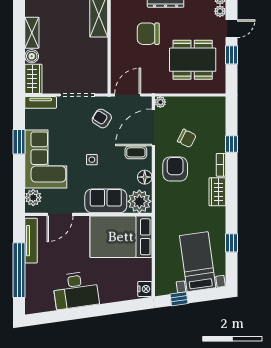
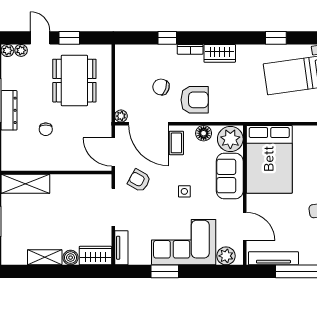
chair: (148, 34) -> (46, 129), width x0.54, depth x0.54
armchair: (102, 119) -> (139, 180), turned 86
chair: (187, 138) -> (161, 87), turned -99
armchair: (175, 169) -> (195, 100), turned 180

